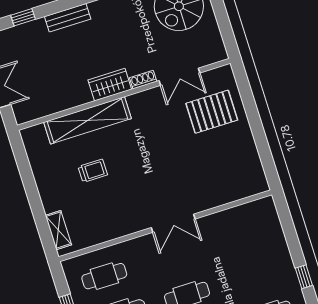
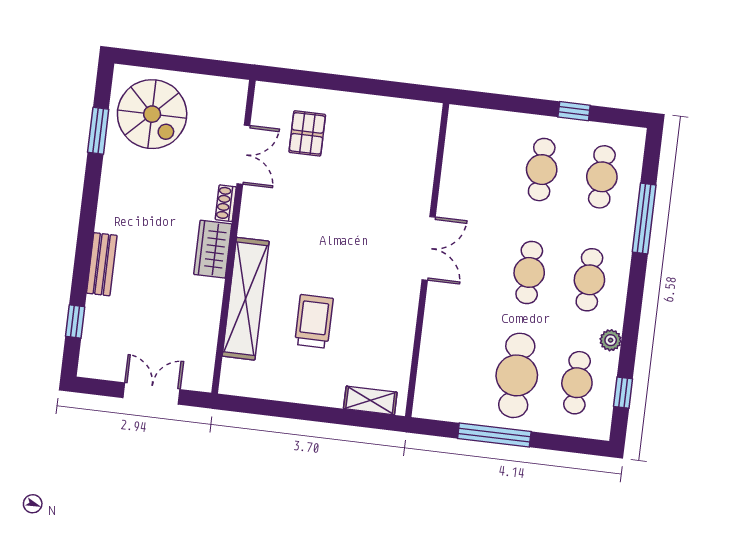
pallet: (212, 112) -> (307, 133), width x0.67, depth x0.71
trolley: (93, 171) -> (314, 321), width x1.36, depth x1.39
cafe table: (104, 276) -> (542, 170), moved

